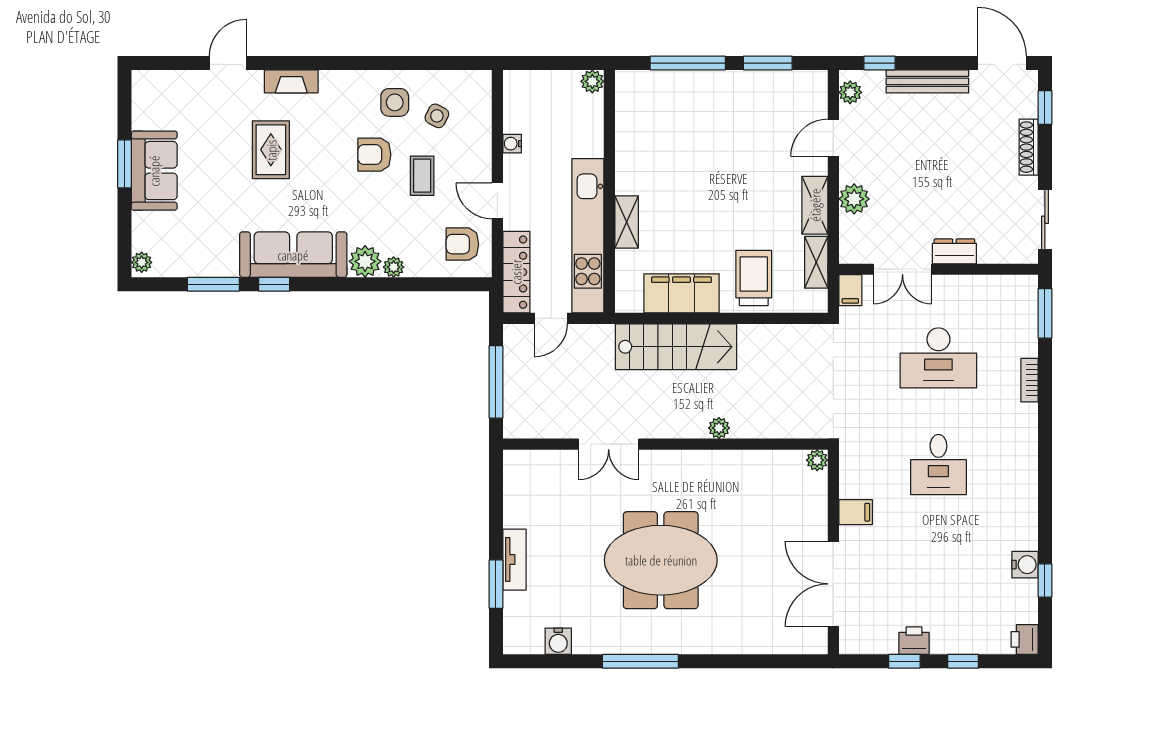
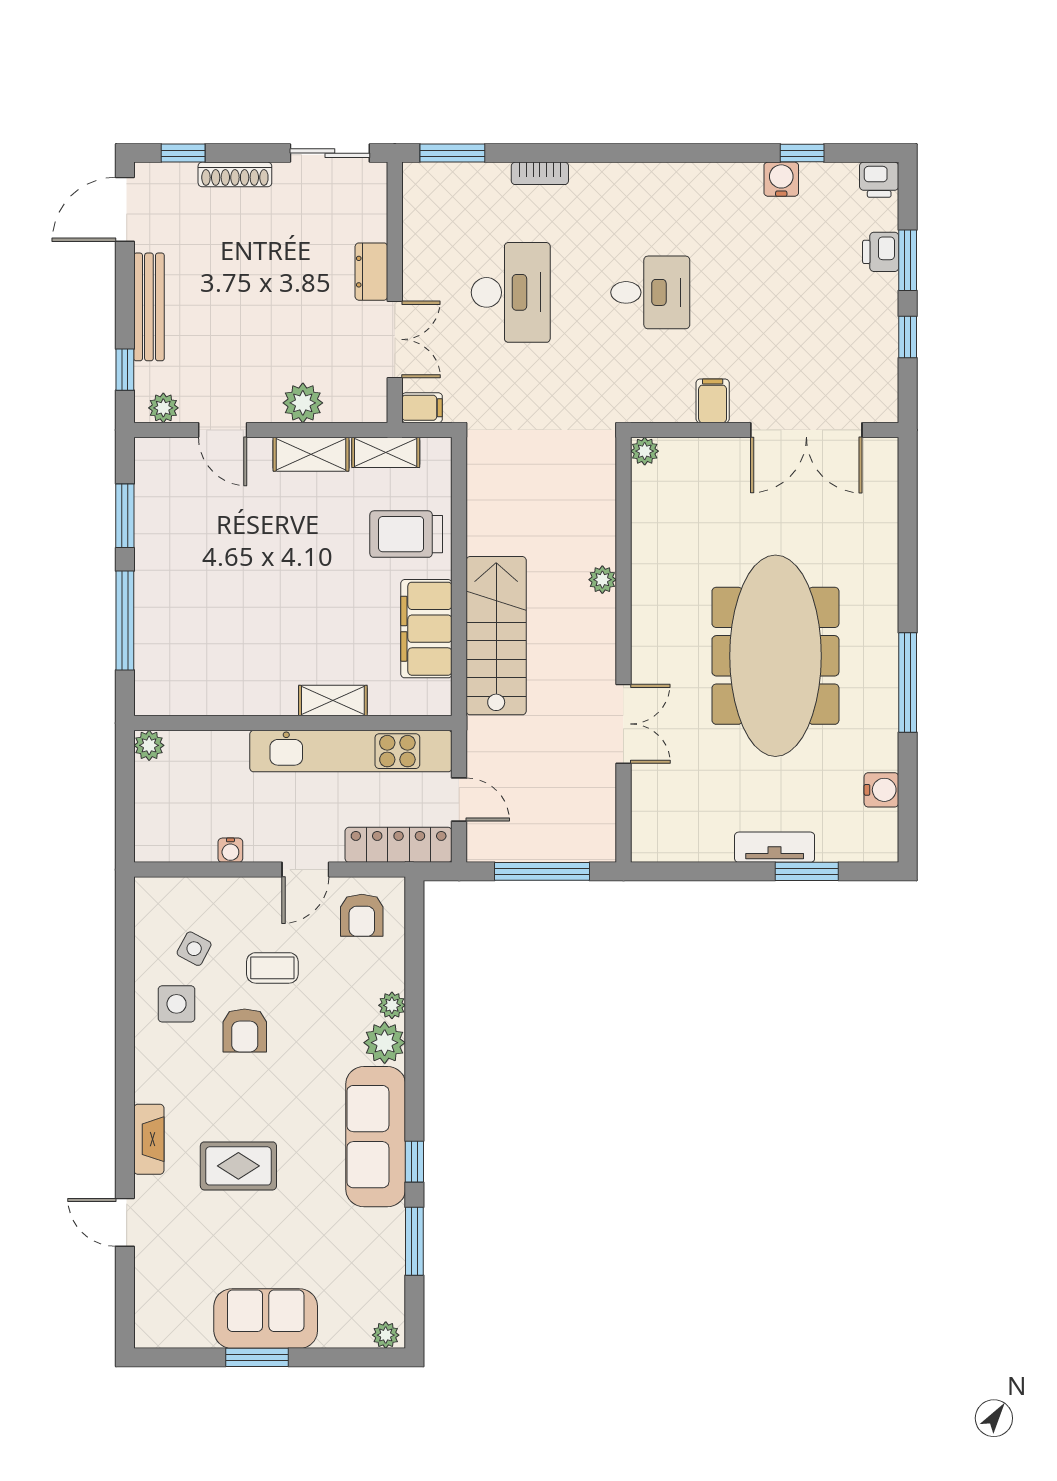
meeting table: (661, 560) -> (775, 656), width x1.36
printer: (914, 641) -> (881, 252), moved
window: (963, 661) -> (908, 260), width x1.50

